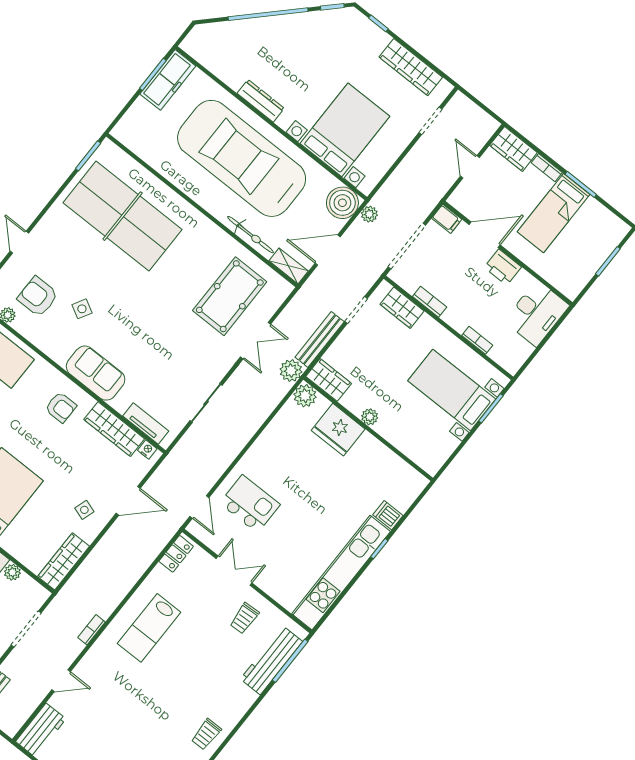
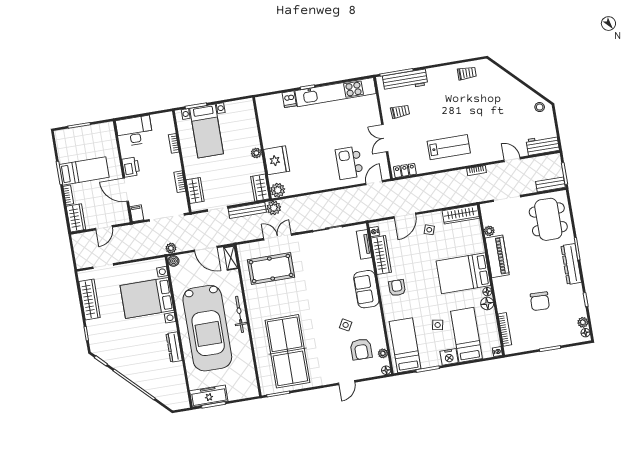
boiler: (342, 203) -> (173, 261), width x0.54, depth x0.54
bicycle: (250, 235) -> (240, 314), moved
door: (128, 501) -> (405, 216), swing flipped

